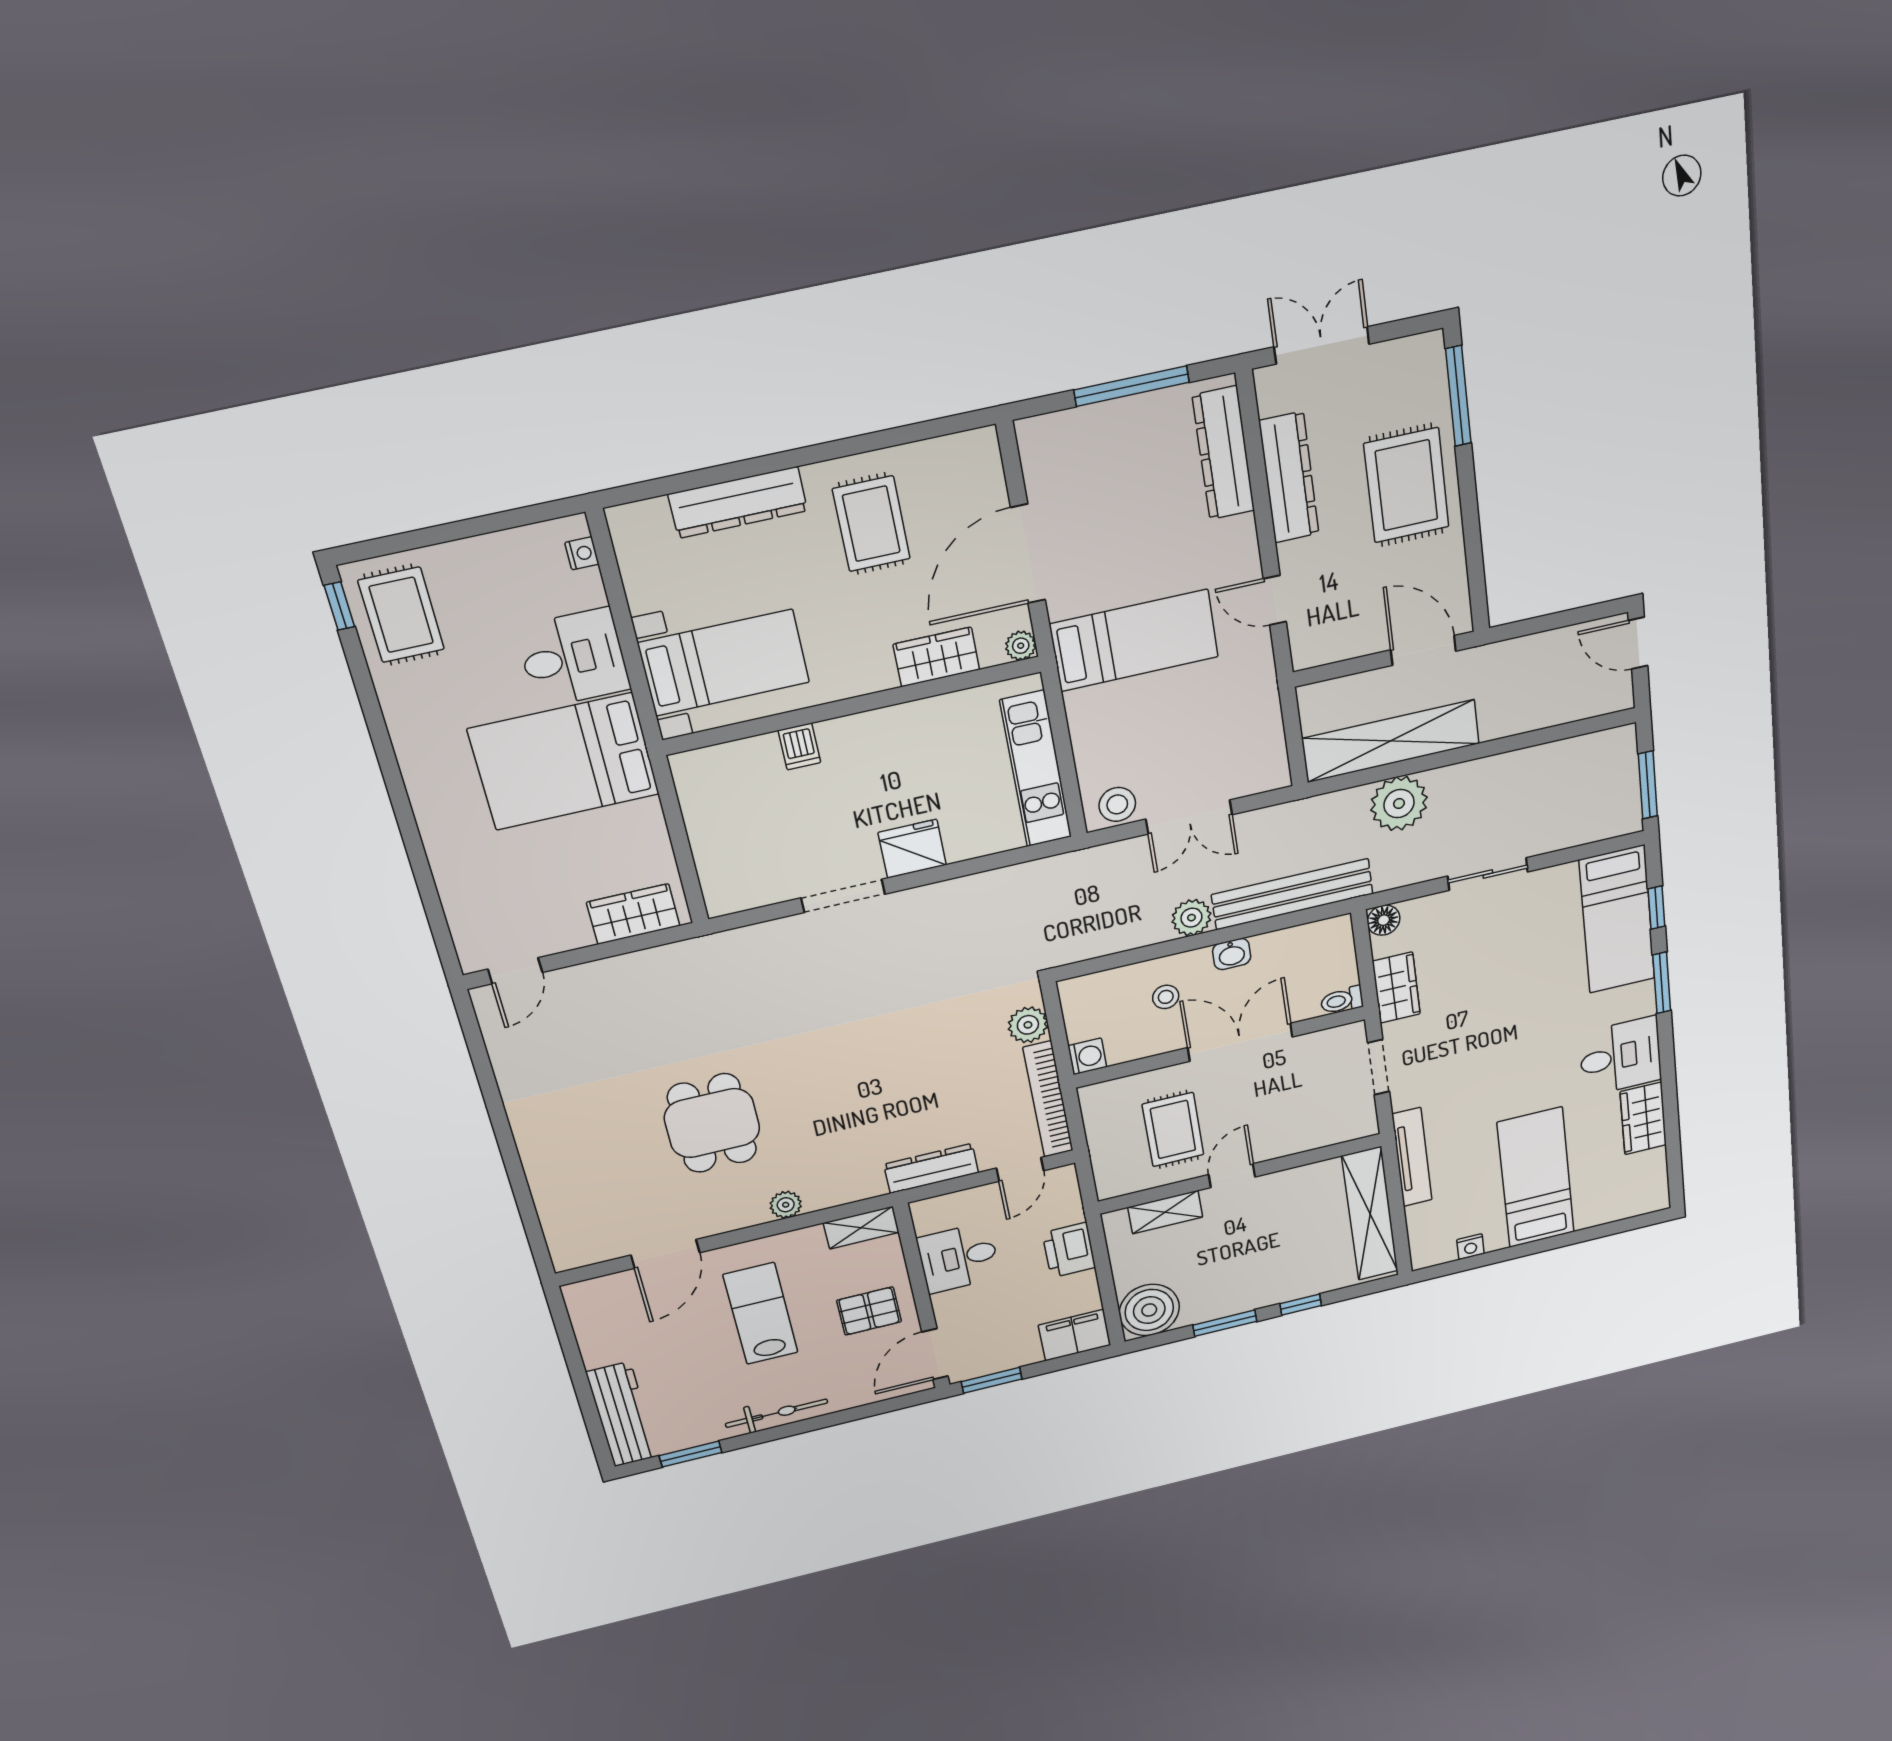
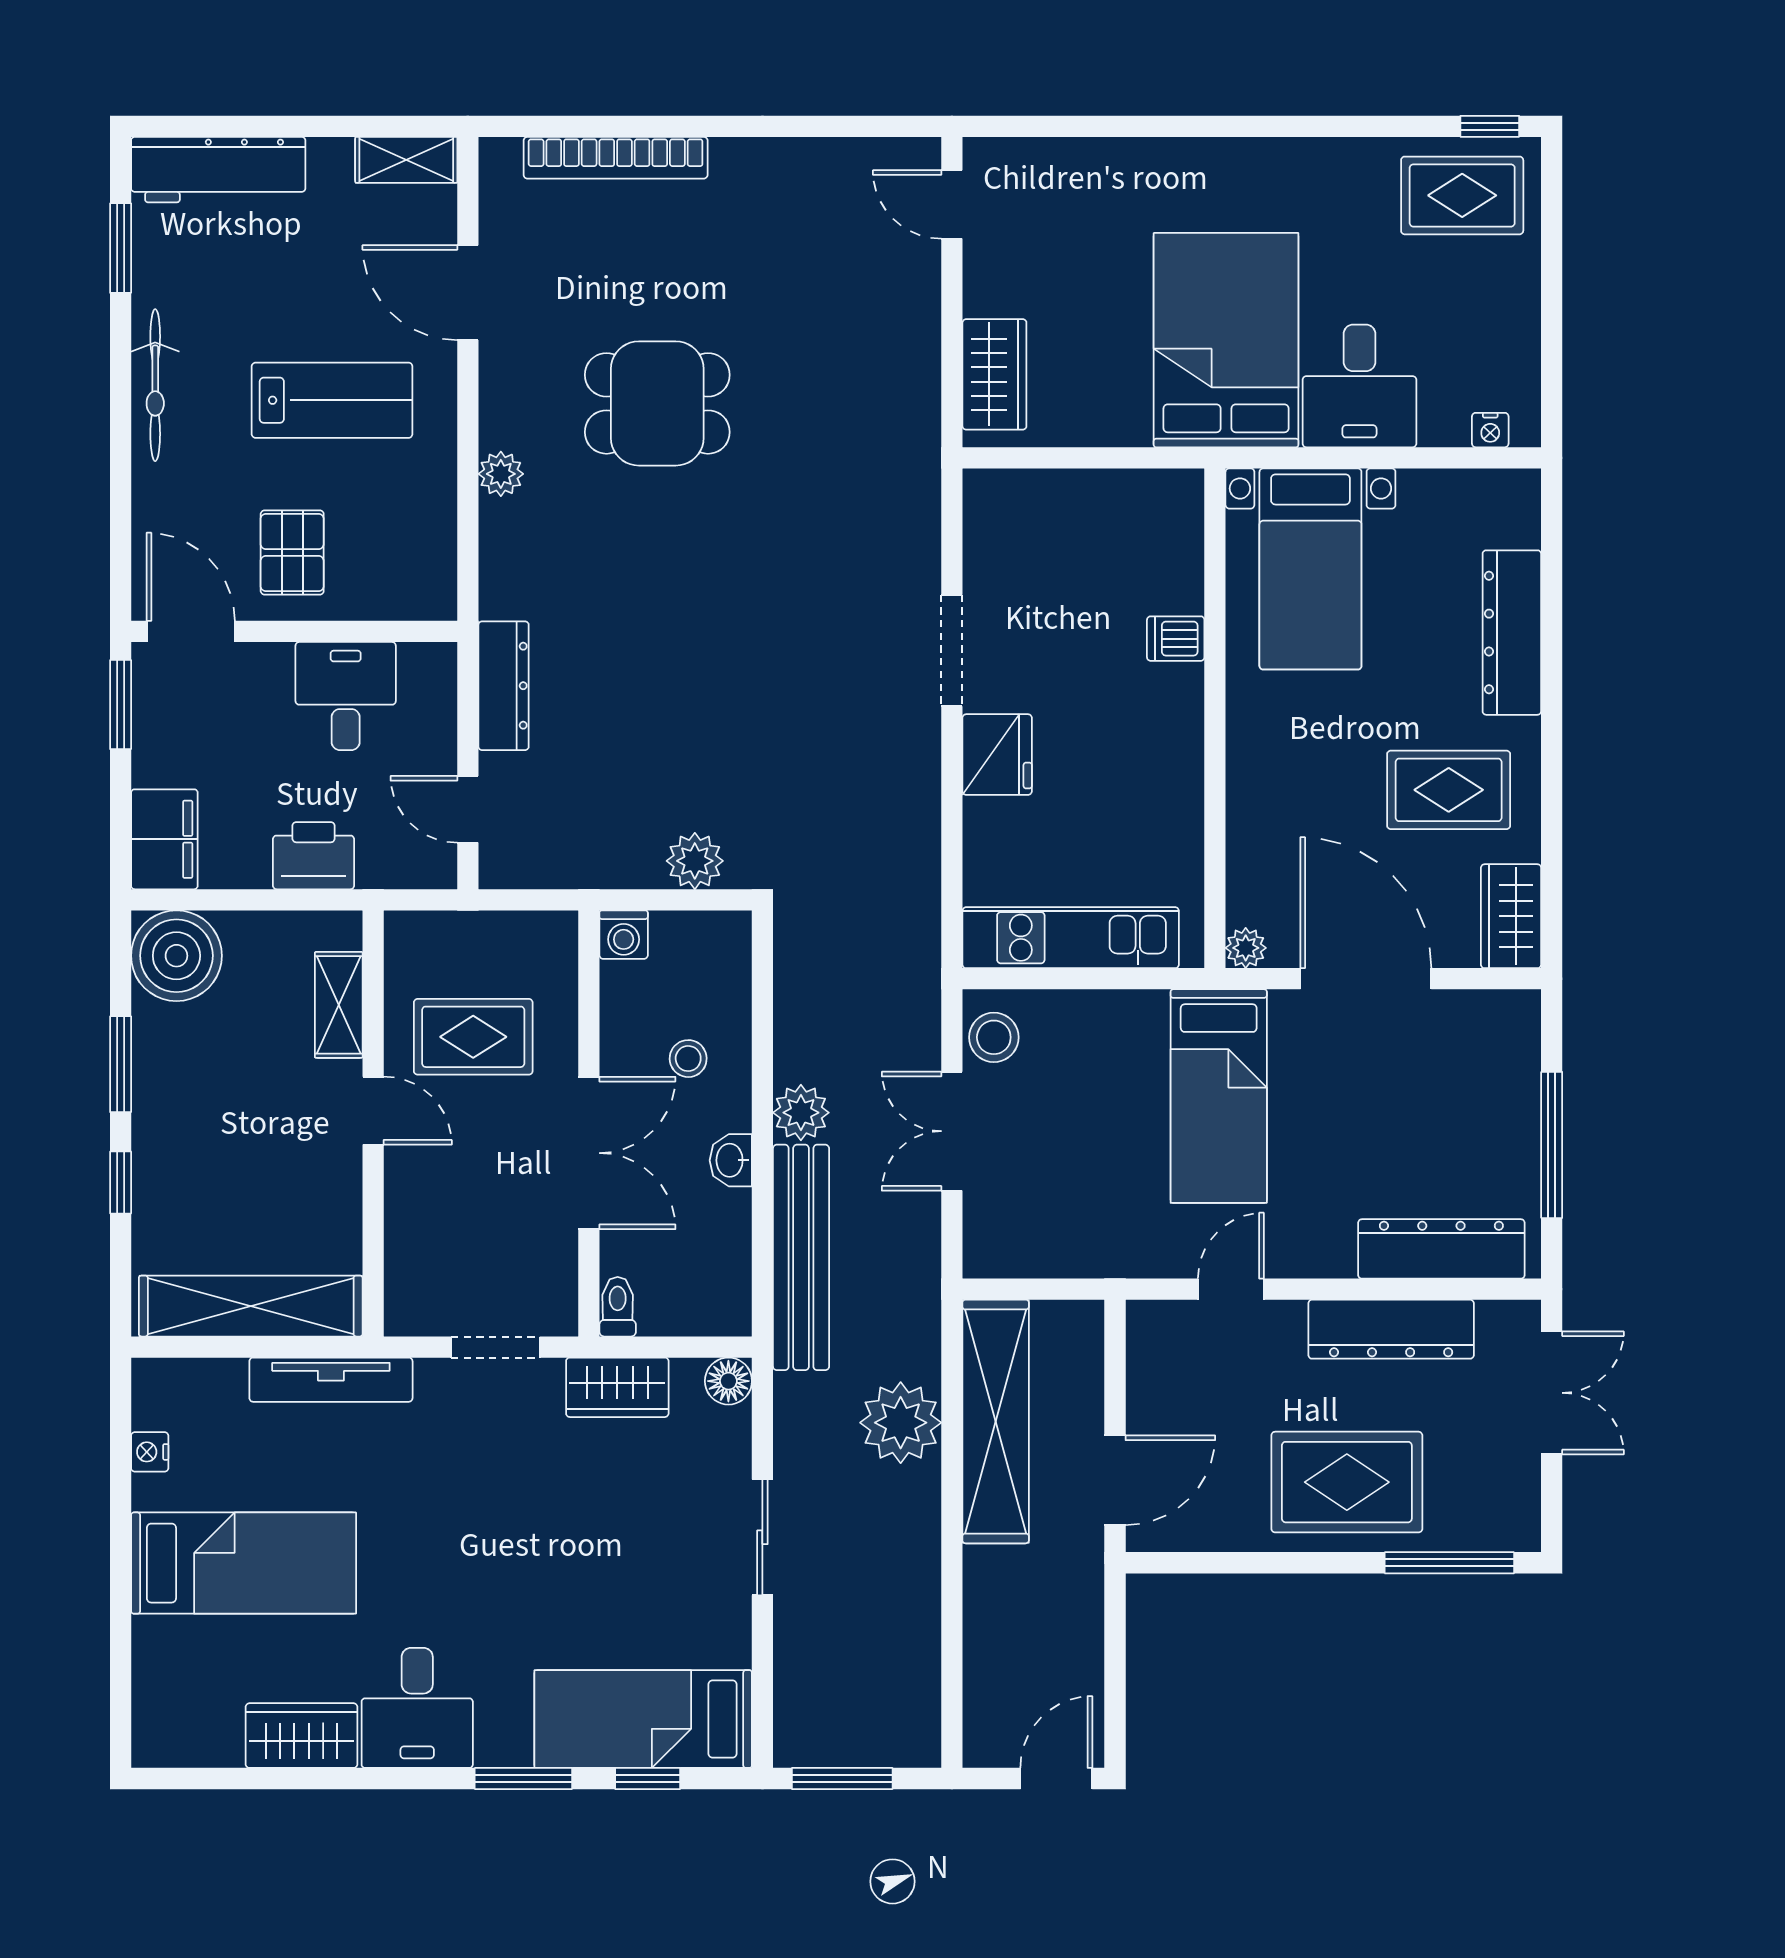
wardrobe: (936, 657) -> (1511, 916), moved, turned 180
bookcase: (1048, 1099) -> (616, 158), moved, turned 180
shelving: (861, 1228) -> (406, 160), moved, turned 90

